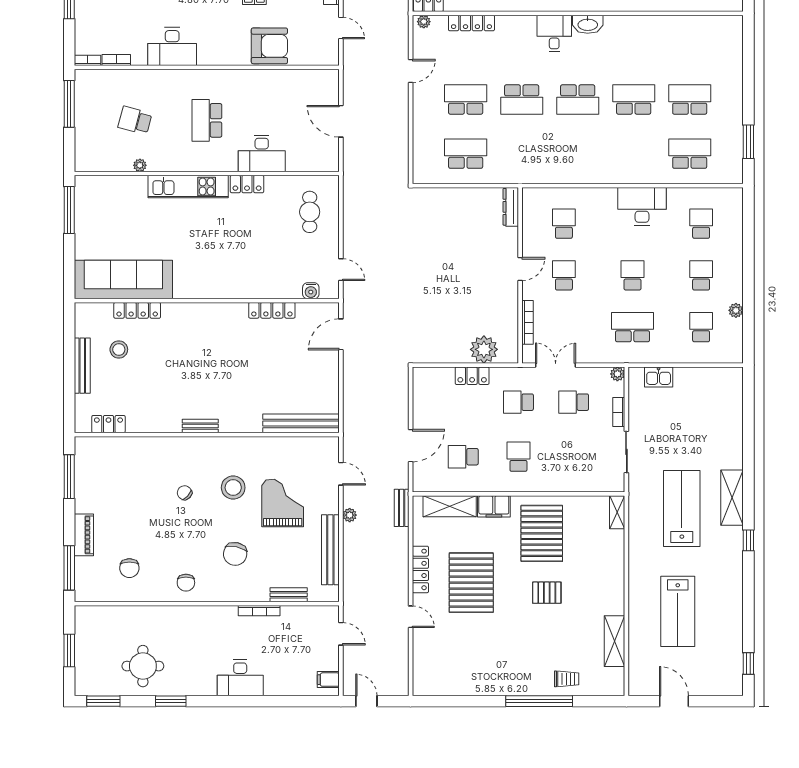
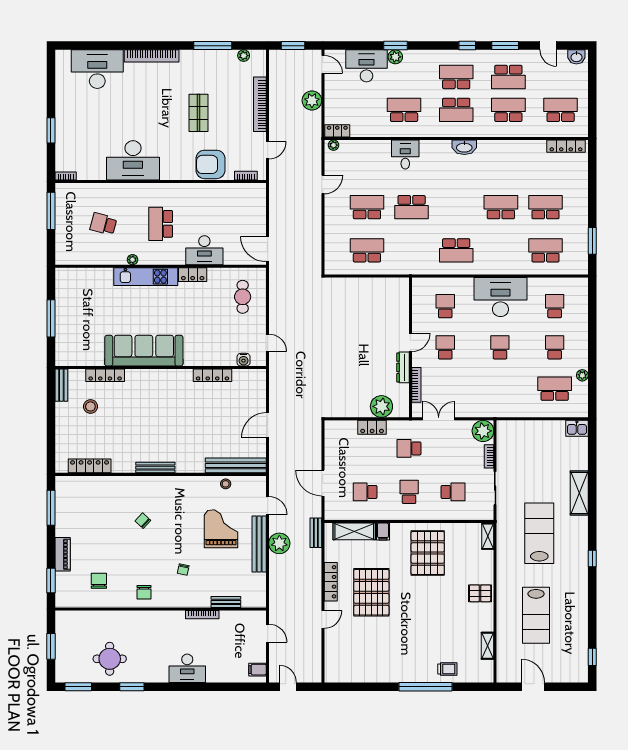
locker: (471, 23) -> (566, 146), moved
door: (341, 28) -> (267, 150), hinge flipped
desk: (554, 33) -> (405, 155), moved
desk: (172, 46) -> (133, 160), width x1.36, depth x1.30
armchair: (269, 46) -> (210, 164), turned 180
bookcase: (116, 60) -> (246, 176), moved
school desk: (578, 99) -> (456, 250), moved
door: (341, 121) -> (267, 249), moved
plant: (140, 165) -> (132, 260), moved
desk: (642, 206) -> (500, 297), width x1.36, depth x1.30
dresser: (511, 207) -> (403, 367), moved
window: (69, 210) -> (51, 318), moved
sofa: (123, 279) -> (144, 351), moved
school desk: (632, 327) -> (500, 389), removed
school desk: (701, 327) -> (555, 389), width x1.85
door: (341, 334) -> (267, 425), moved
bench: (82, 366) -> (61, 385), moved, width x0.73
plant: (617, 374) -> (483, 431), width x1.87, depth x1.87
kitchen sink: (659, 377) -> (577, 428), moved
school desk: (574, 402) -> (453, 492), moved, turned 180
locker: (108, 424) -> (90, 466), width x1.53
bench: (200, 426) -> (155, 468), width x1.36
door: (411, 446) -> (323, 483), swing flipped
stool: (233, 488) -> (226, 484), moved, width x0.53, depth x0.53
shelving: (732, 498) -> (579, 493), moved
filing cabinet: (494, 506) -> (383, 532), width x0.50
plant: (350, 515) -> (279, 543), width x1.88, depth x1.88
bench: (330, 550) -> (259, 544), moved
chair: (235, 554) -> (183, 569), width x0.54, depth x0.54
window: (69, 568) -> (51, 581), width x0.69
chair: (129, 568) -> (99, 581), turned 180
pallet: (547, 593) -> (480, 593), moved
door: (411, 617) -> (323, 620), hinge flipped
shelving: (614, 641) -> (488, 646), width x0.67, depth x0.75

